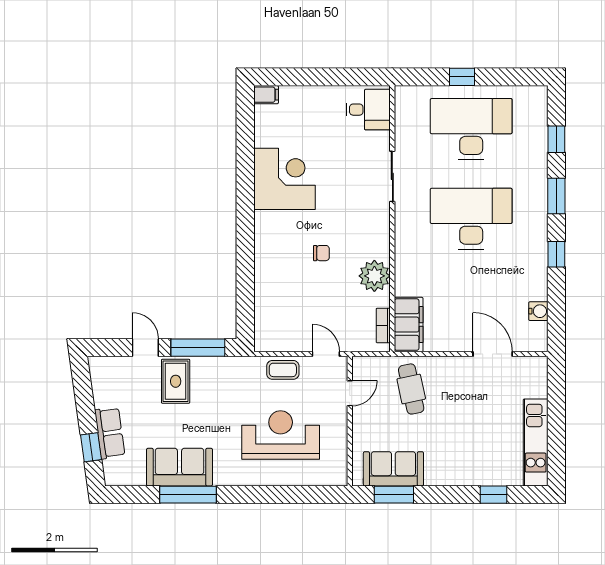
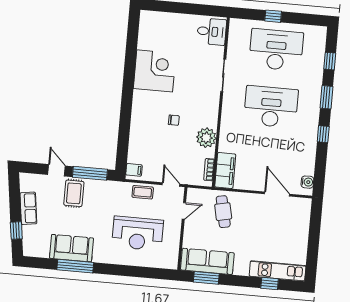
filing cabinet: (266, 95) -> (134, 170), moved
water cooler: (538, 311) -> (307, 182), moved
row of seats: (110, 433) -> (28, 208), moved
reception desk: (281, 435) -> (138, 233), turned 180
kitchen unit: (536, 443) -> (278, 271), moved, turned 90
sofa: (393, 469) -> (207, 261), width x1.36

